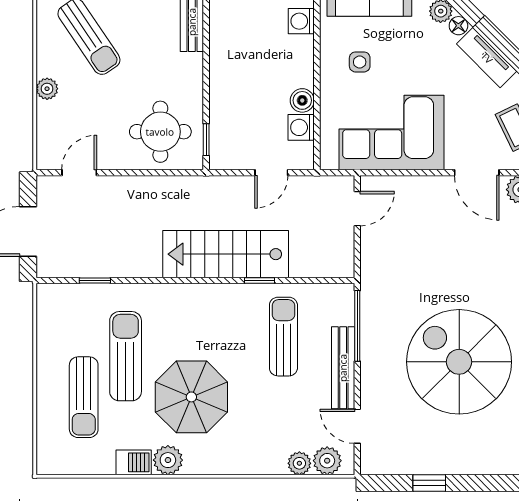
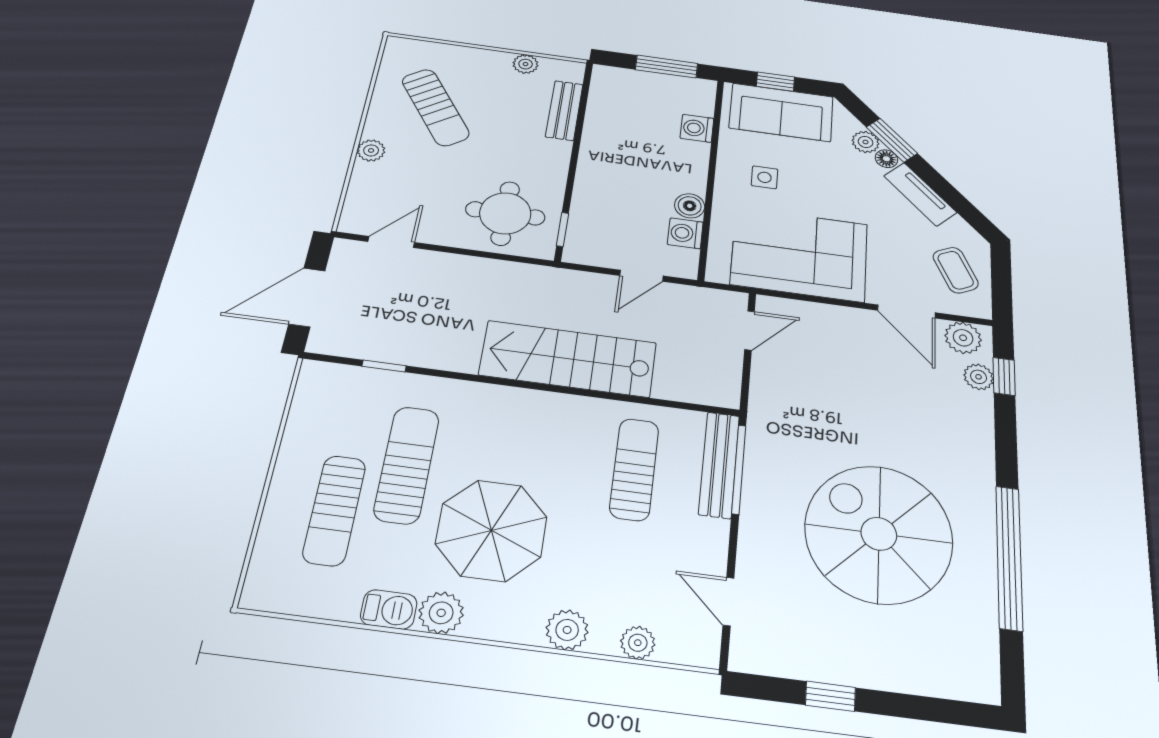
window: (260, 281) -> (610, 396), removed
bench: (343, 368) -> (719, 465), moved
plant: (327, 461) -> (567, 630), moved

